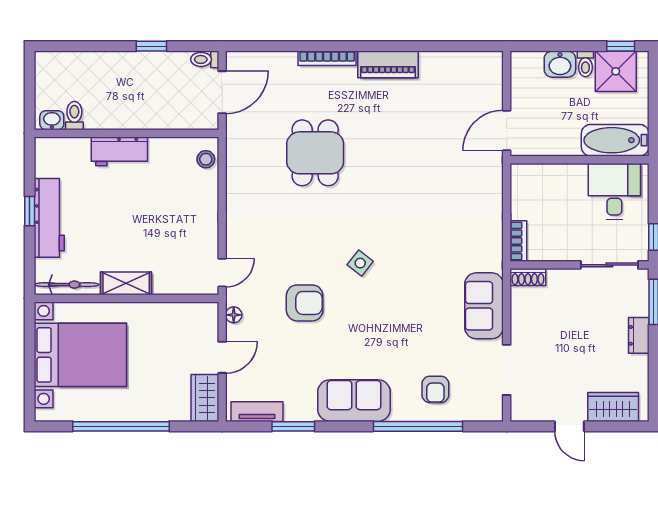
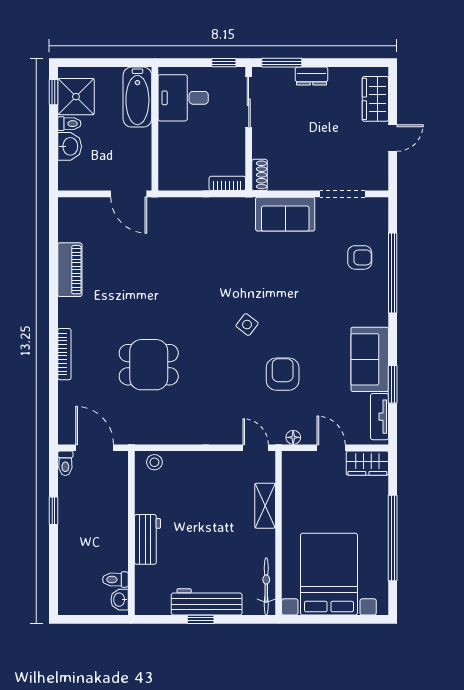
piano: (388, 64) -> (70, 270), moved
shelving: (126, 283) -> (265, 506), moved
sofa: (354, 401) -> (370, 359), moved

